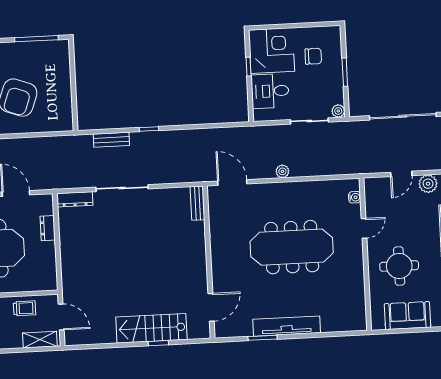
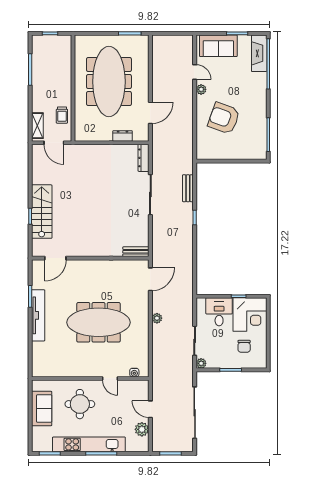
meeting table: (292, 247) -> (98, 322), turned 90
door: (211, 307) -> (55, 258), hinge flipped
door: (61, 317) -> (54, 143), hinge flipped

